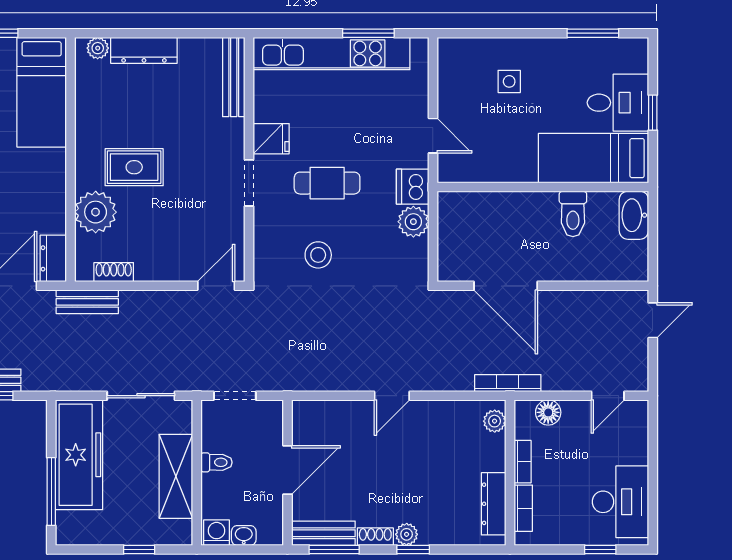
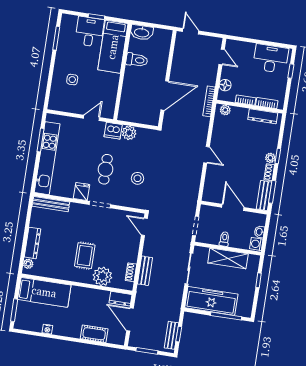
bench: (87, 302) -> (145, 271), moved

